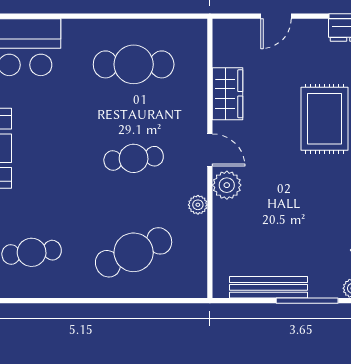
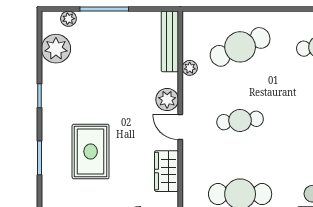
plant: (198, 205) -> (190, 68), moved
bench: (269, 287) -> (170, 41), moved, turned 90

